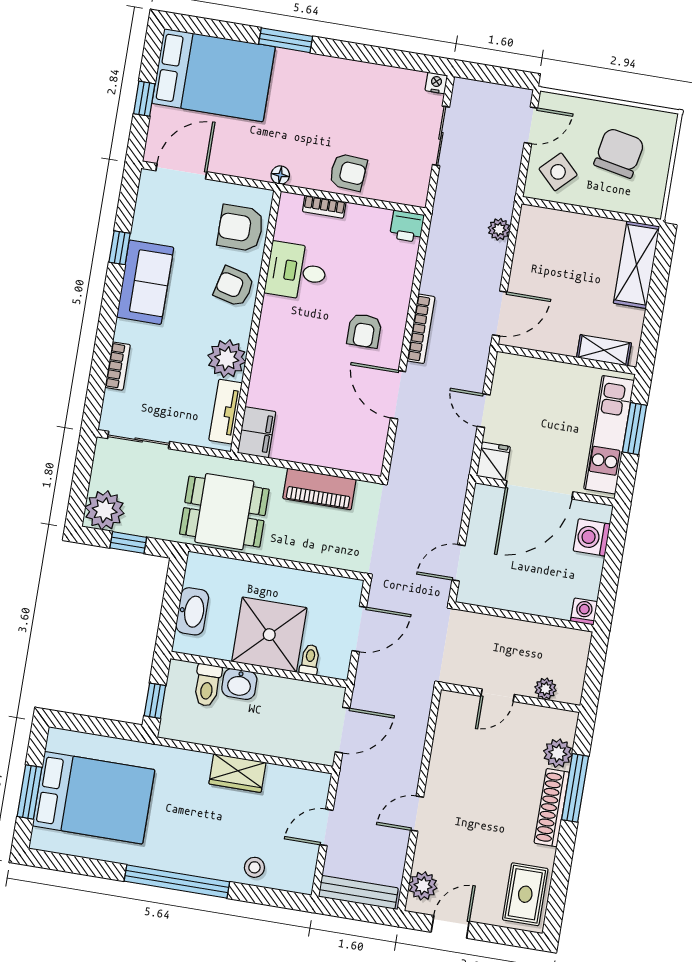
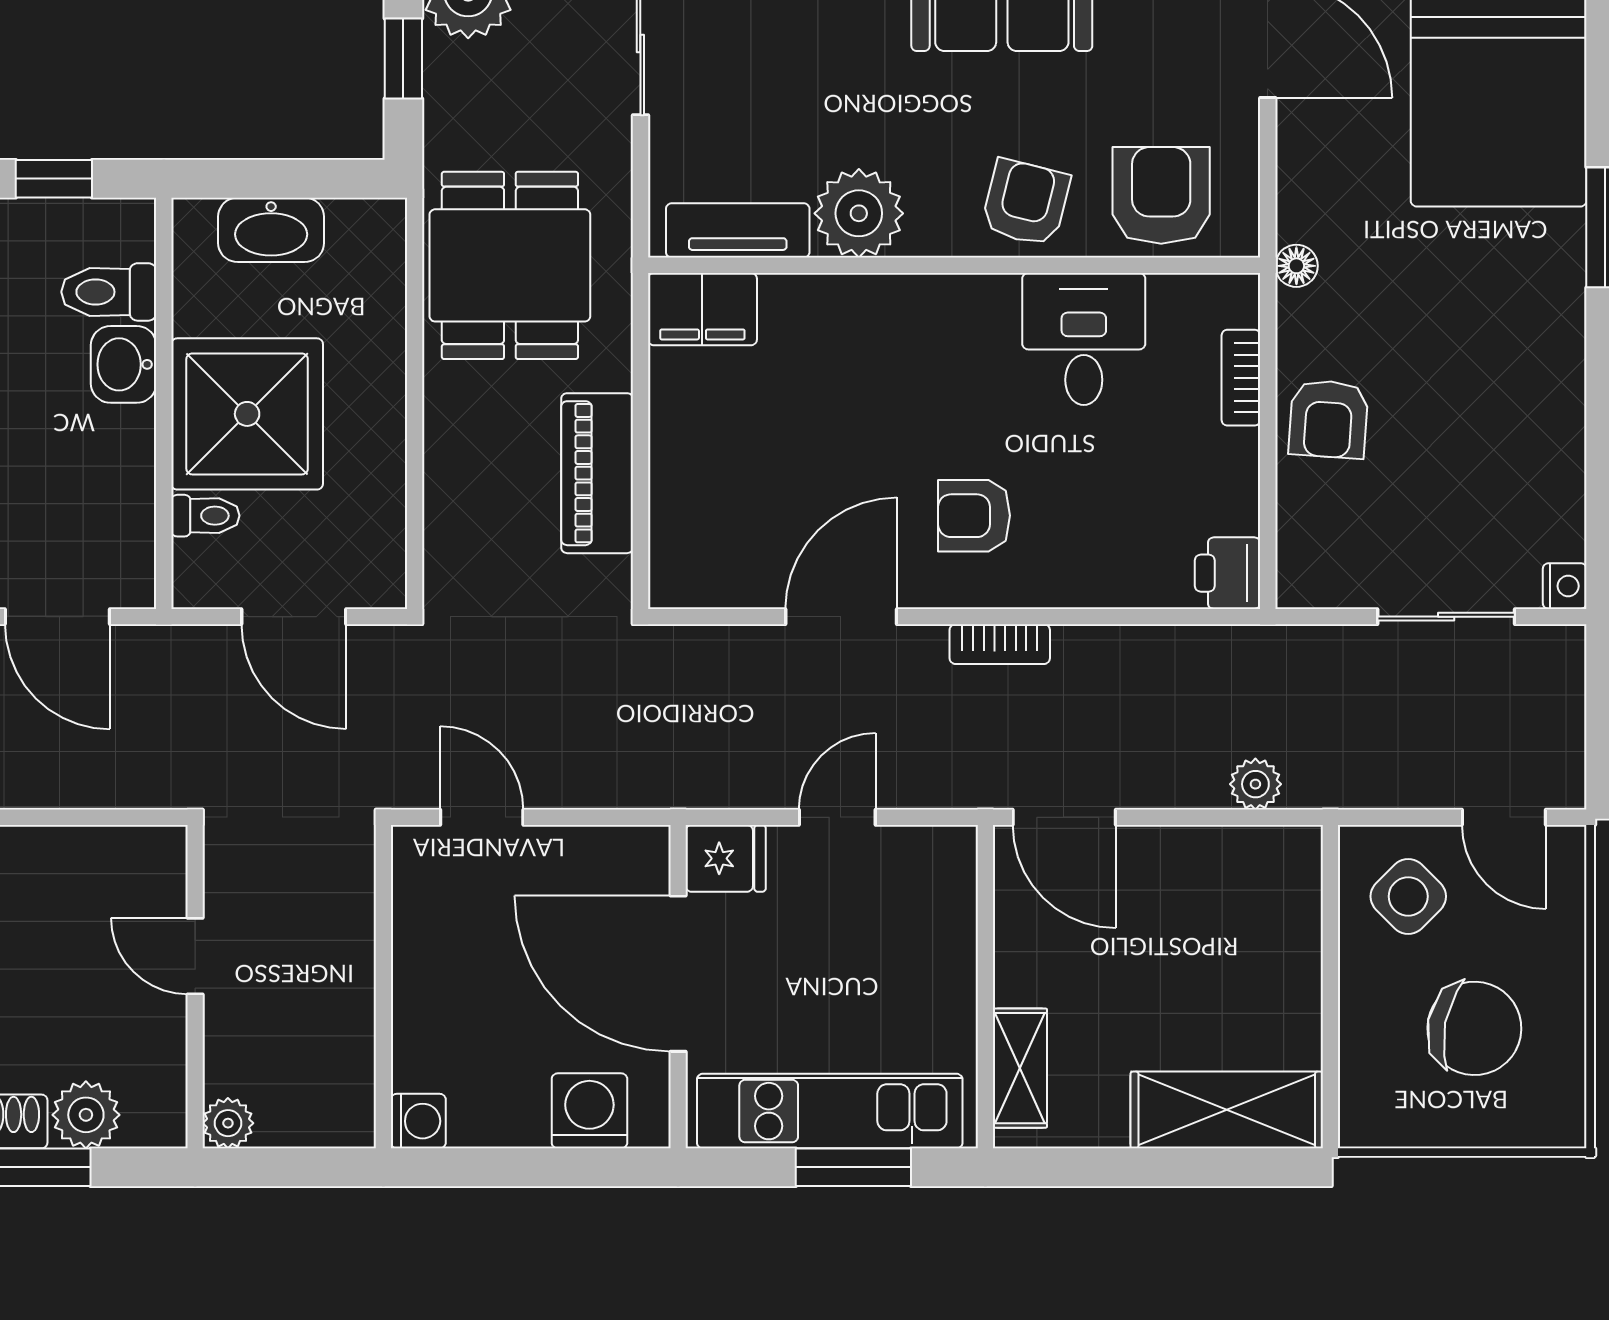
bookcase: (421, 329) -> (1000, 644), width x0.64
plant: (545, 689) -> (228, 1123), moved

